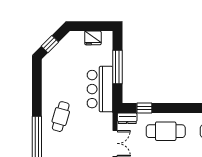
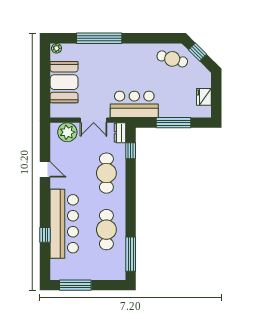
bar counter: (100, 89) -> (134, 104), moved
cafe table: (61, 117) -> (172, 59), moved

